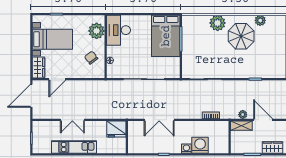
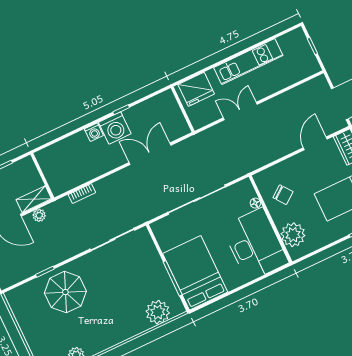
plant: (218, 23) -> (158, 312), moved
desk: (118, 30) -> (255, 245), width x1.36, depth x1.30
parasol: (241, 36) -> (65, 292), moved
double door: (72, 120) -> (240, 111), moved
fridge: (116, 129) -> (196, 89), moved, turned 180
washing machine: (200, 145) -> (115, 128), moved

